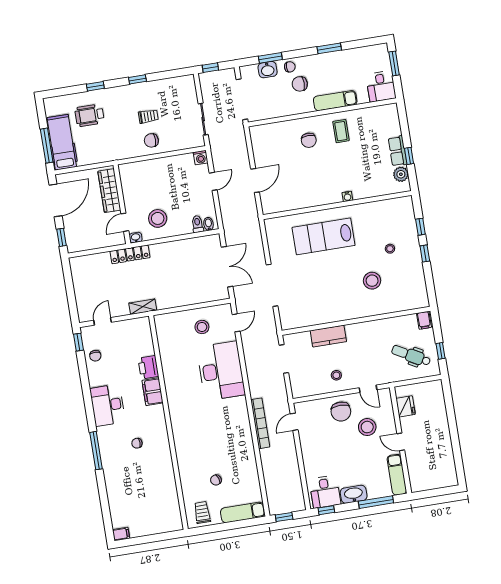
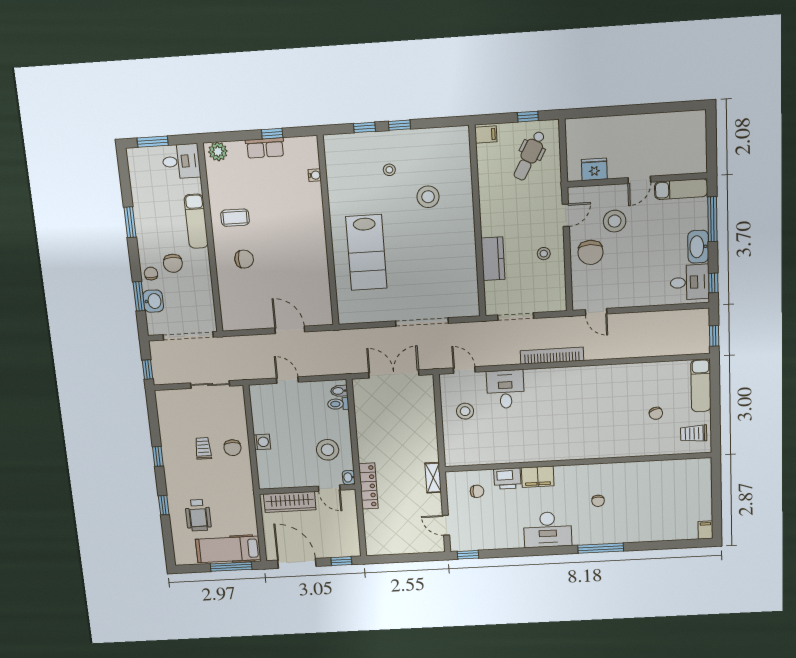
washing machine: (201, 158) -> (262, 442), moved
plant: (401, 174) -> (218, 151), moved
water cooler: (347, 196) -> (315, 175), moved
chair: (95, 356) -> (477, 491), moved
desk: (221, 371) -> (505, 389), width x0.53, depth x0.77
chair: (341, 412) -> (591, 252), turned 90
bookcase: (260, 423) -> (552, 356), moved

